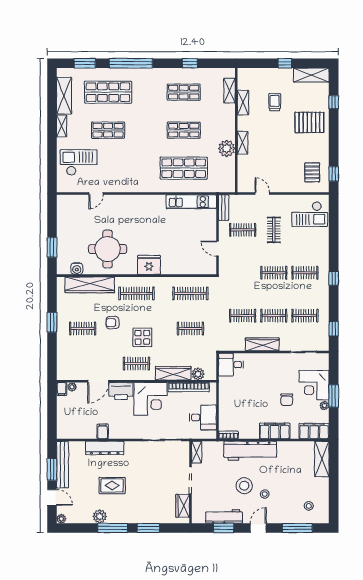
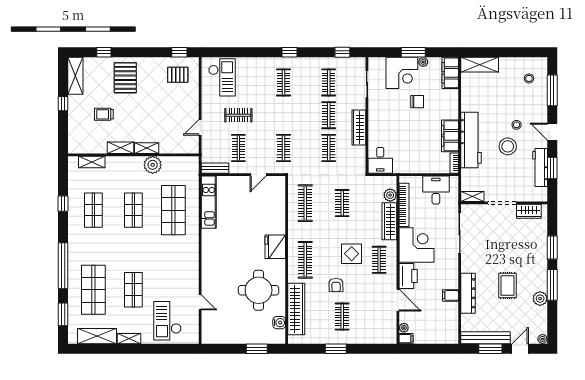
shelving: (243, 103) -> (120, 148), moved
clothes rail: (274, 273) -> (284, 148), moved
filing cabinet: (275, 431) -> (450, 136), moved

